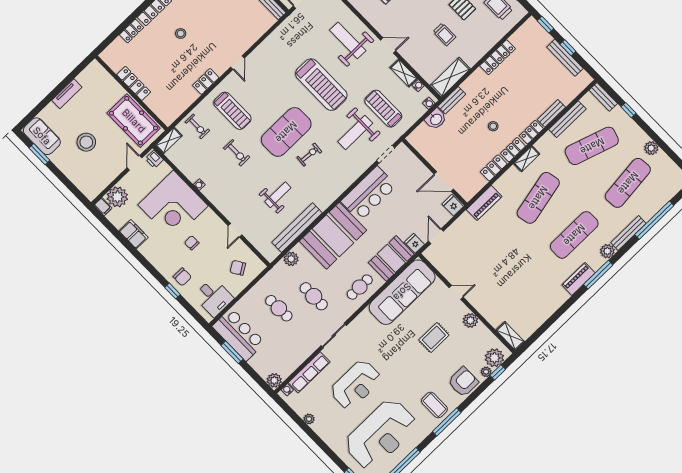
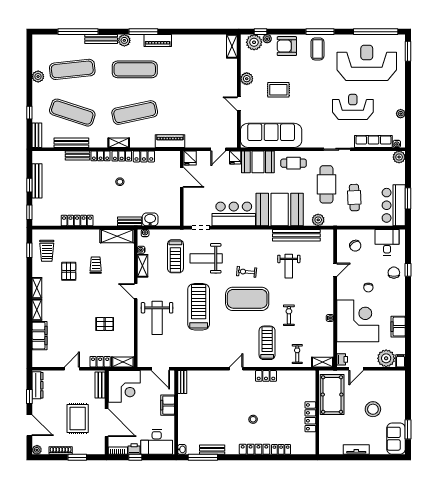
weight bench: (355, 132) -> (206, 258), turned 180
weight bench: (278, 195) -> (289, 266), turned -90
cafe table: (314, 296) -> (326, 184), width x1.37, depth x1.35

